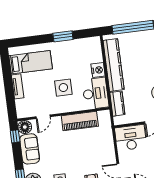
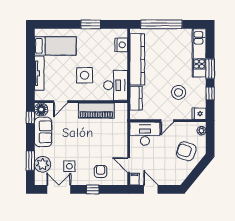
nightstand: (98, 70) -> (121, 45), moved
tv unit: (18, 86) -> (39, 73), width x1.41

